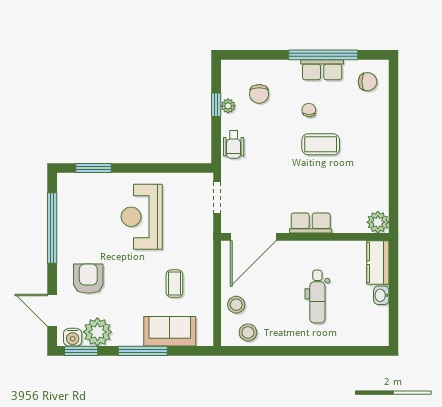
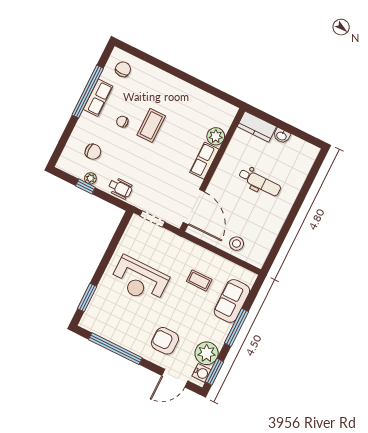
plant: (378, 222) -> (216, 136), moved
stool: (248, 332) -> (261, 245), removed

